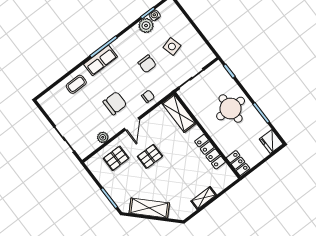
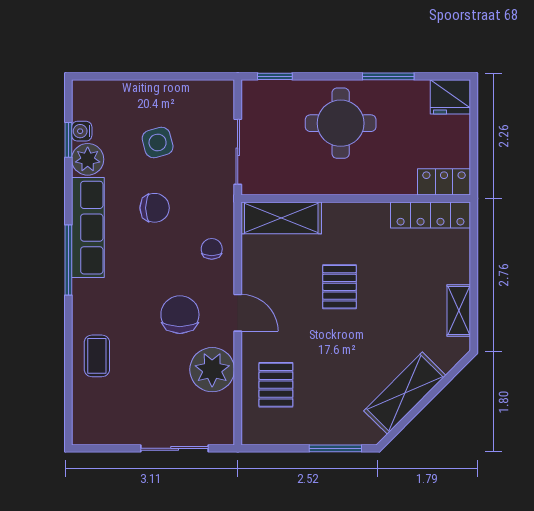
row of seats: (101, 60) -> (88, 228), moved, width x1.48
plant: (103, 137) -> (212, 370), width x1.87, depth x1.87
locker: (210, 152) -> (430, 215), moved
pallet: (150, 156) -> (340, 287), moved
shelving: (204, 198) -> (459, 310), moved

